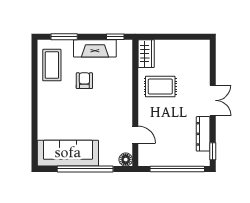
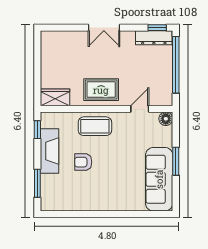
coffee table: (52, 65) -> (95, 126), moved
rug: (160, 86) -> (101, 90), moved, turned 90
double door: (213, 100) -> (104, 28), swing flipped
dresser: (203, 134) -> (154, 38), moved
window: (85, 169) -> (176, 161), width x0.47

